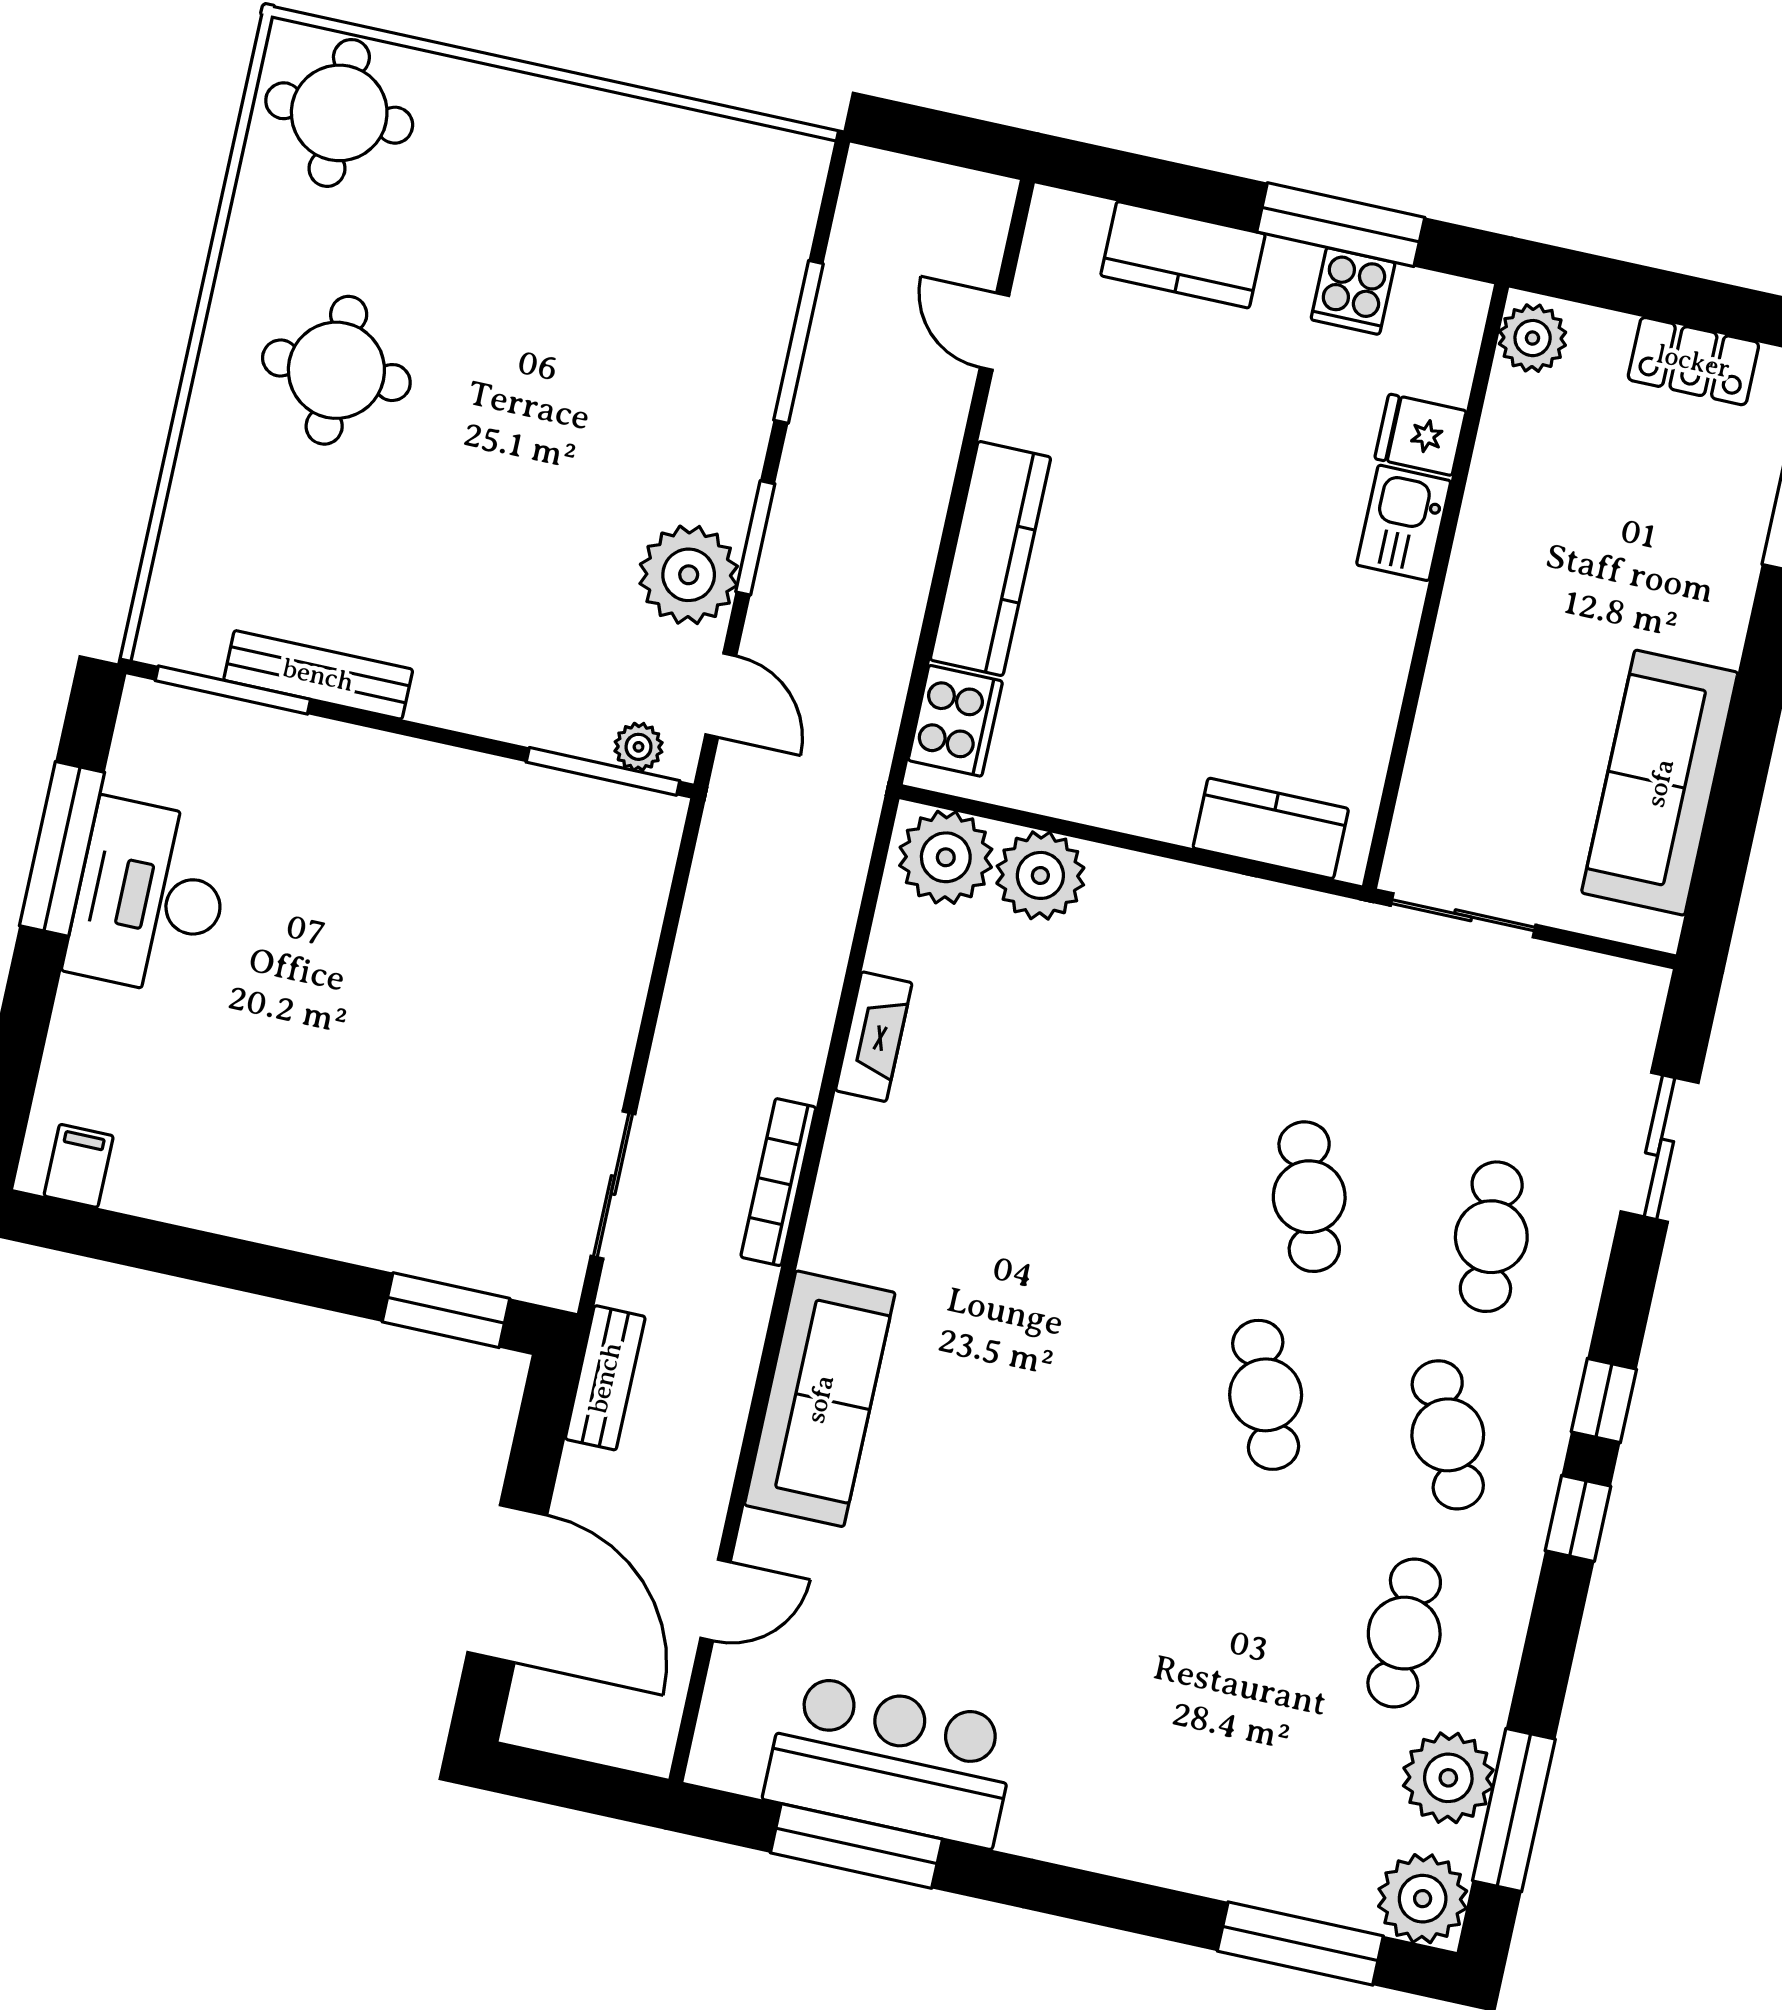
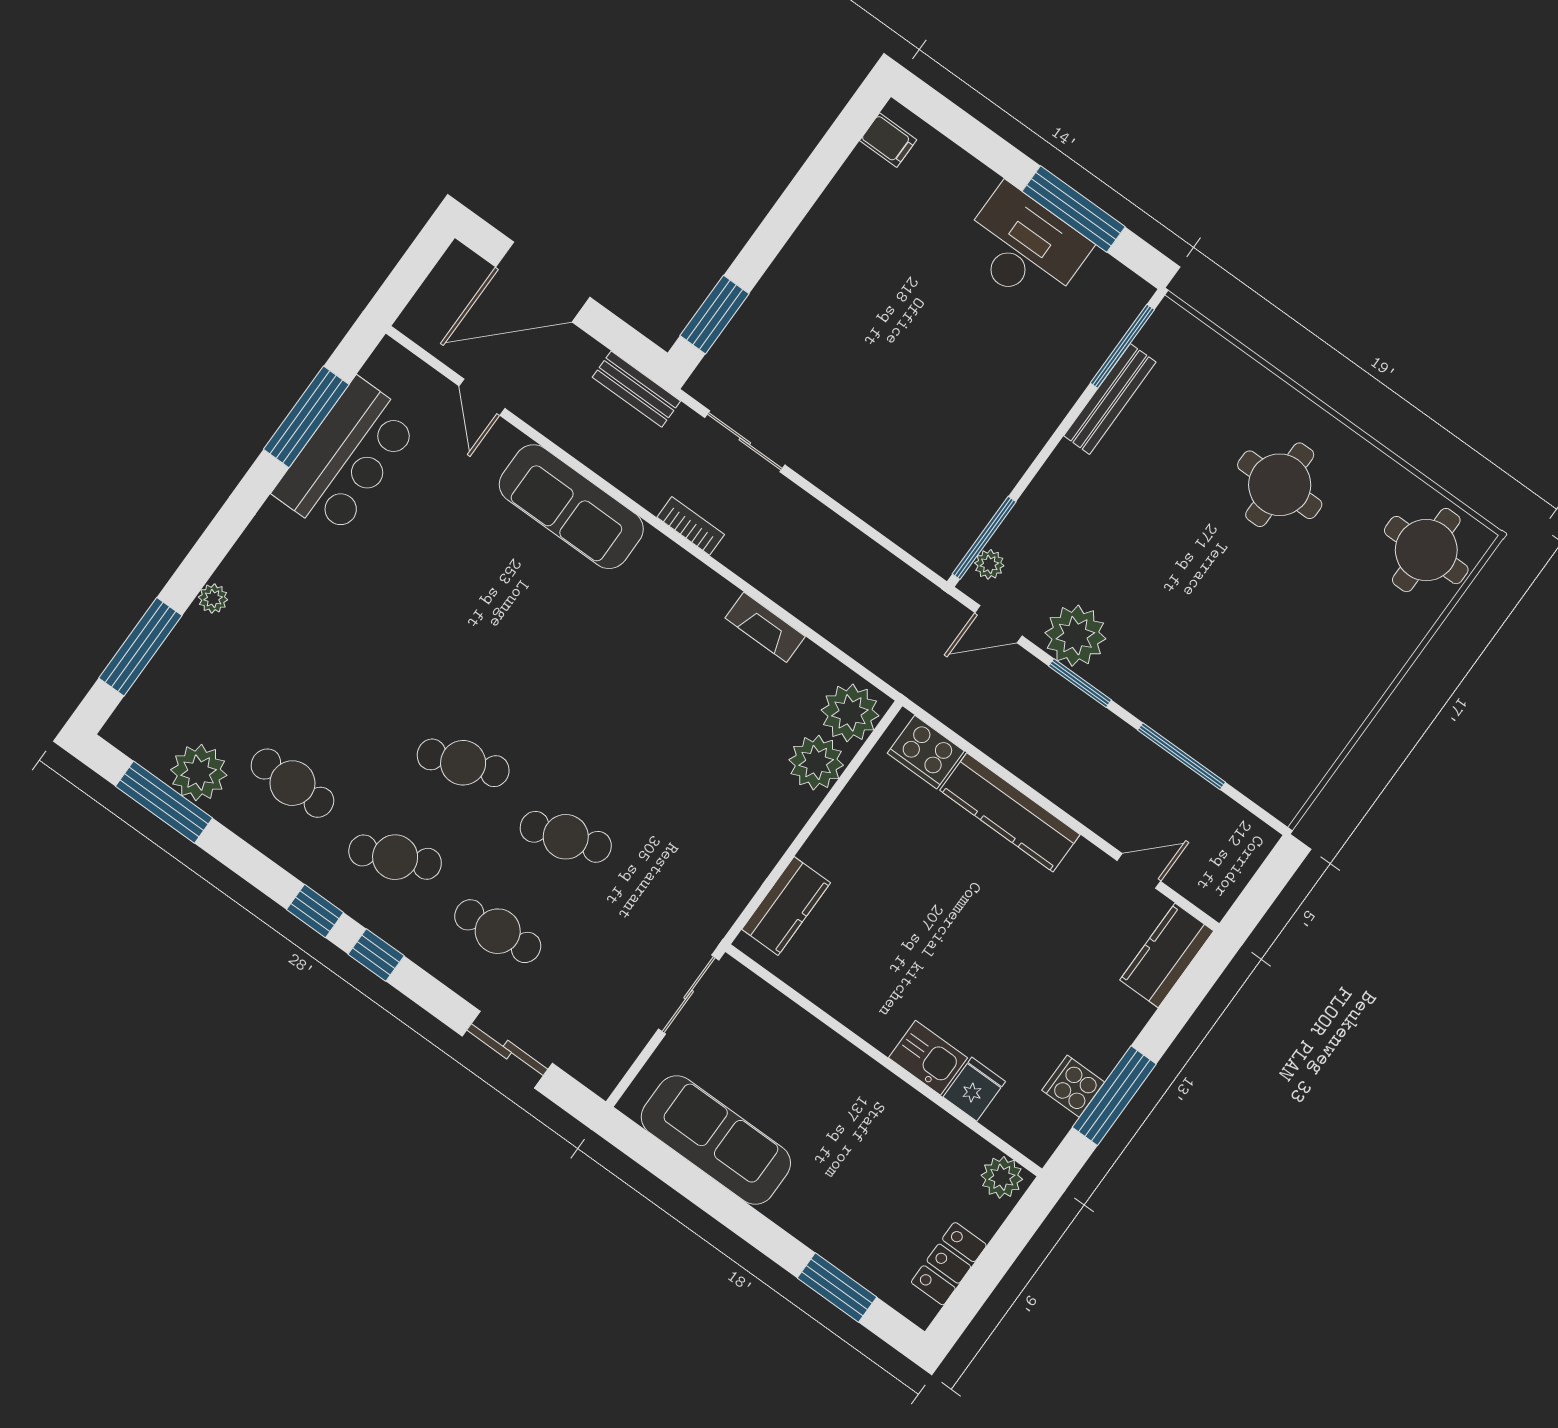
kitchen counter: (1183, 255) -> (1167, 955), moved
bookcase: (778, 1182) -> (691, 526), width x0.64
plant: (1423, 1899) -> (213, 598), moved, width x0.53, depth x0.53

